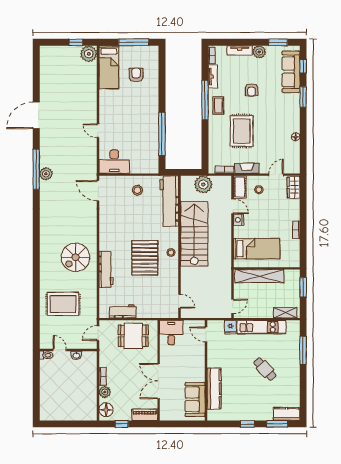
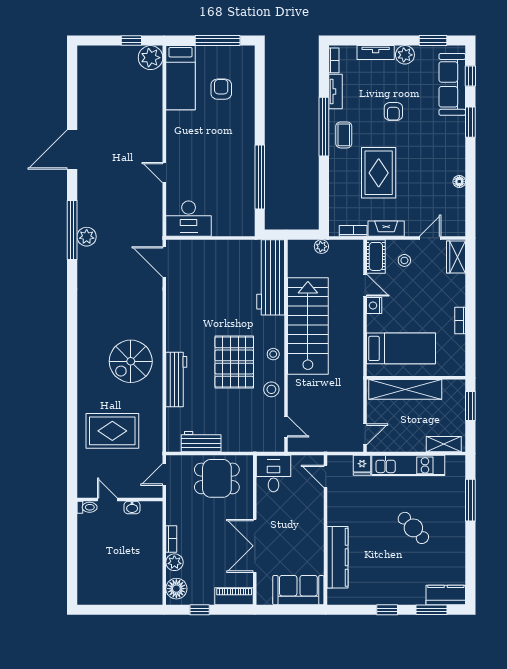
plant: (203, 185) -> (321, 247), width x0.53, depth x0.53
stool: (137, 190) -> (271, 389), moved
sofa: (195, 399) -> (298, 590), moved, turned 90

